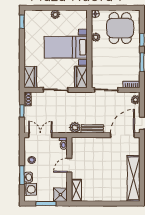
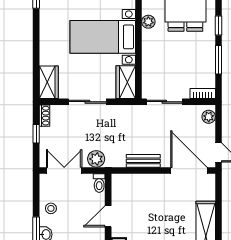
plant: (75, 127) -> (96, 159), moved
door: (122, 135) -> (189, 171), hinge flipped

